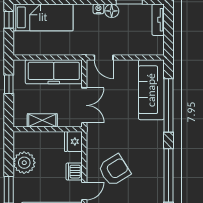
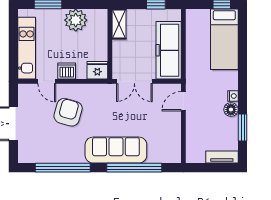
sofa: (151, 90) -> (116, 150), moved
shelving: (42, 120) -> (119, 24), moved
armchair: (114, 170) -> (68, 112), turned -132

